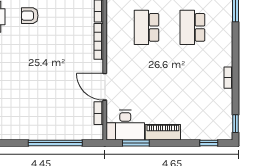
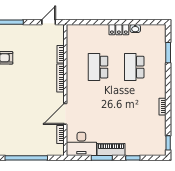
door: (105, 87) -> (65, 114), hinge flipped
window: (136, 143) -> (102, 158), moved
window: (209, 143) -> (133, 158), moved

